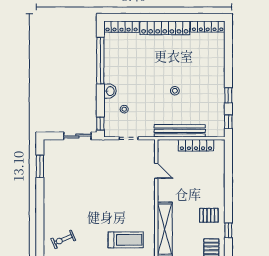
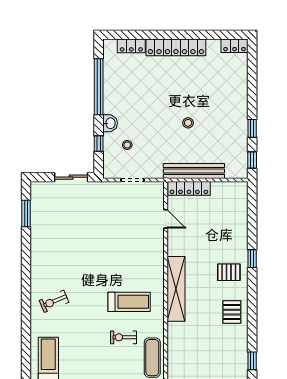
locker: (208, 26) -> (235, 46), width x0.66
locker: (122, 27) -> (131, 46), width x0.66
window: (100, 124) -> (99, 144), moved
locker: (196, 145) -> (189, 188), moved
window: (228, 230) -> (252, 259), moved

